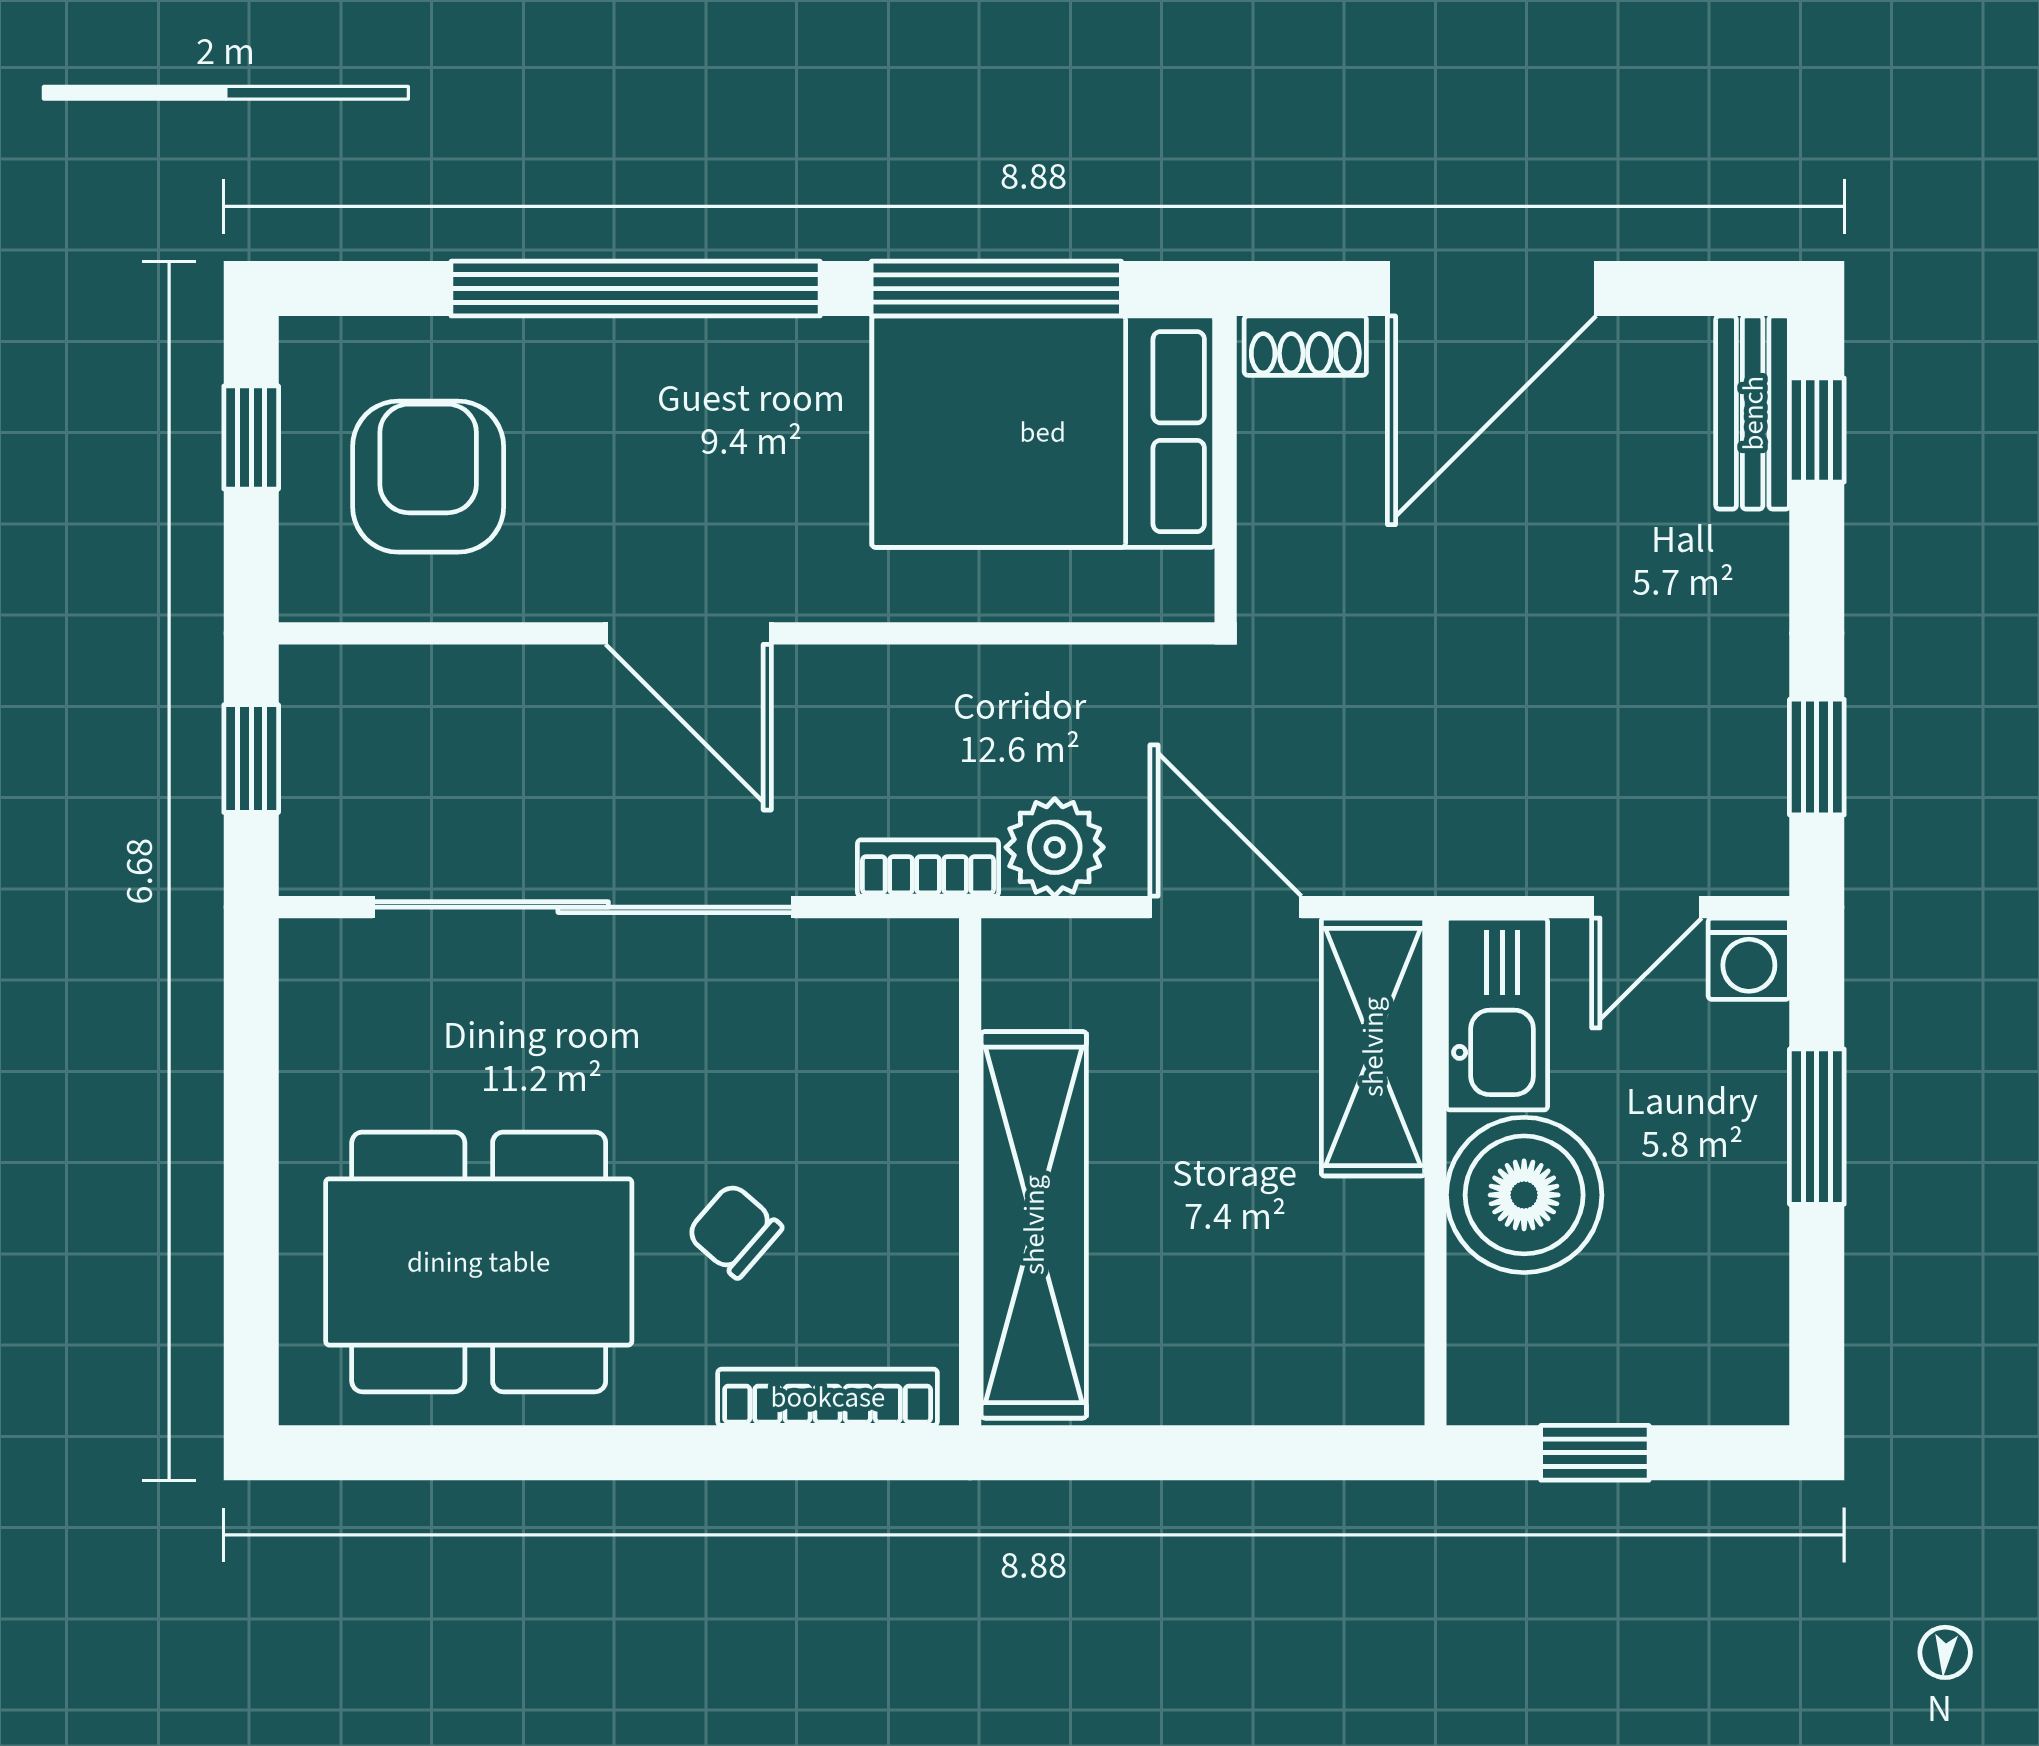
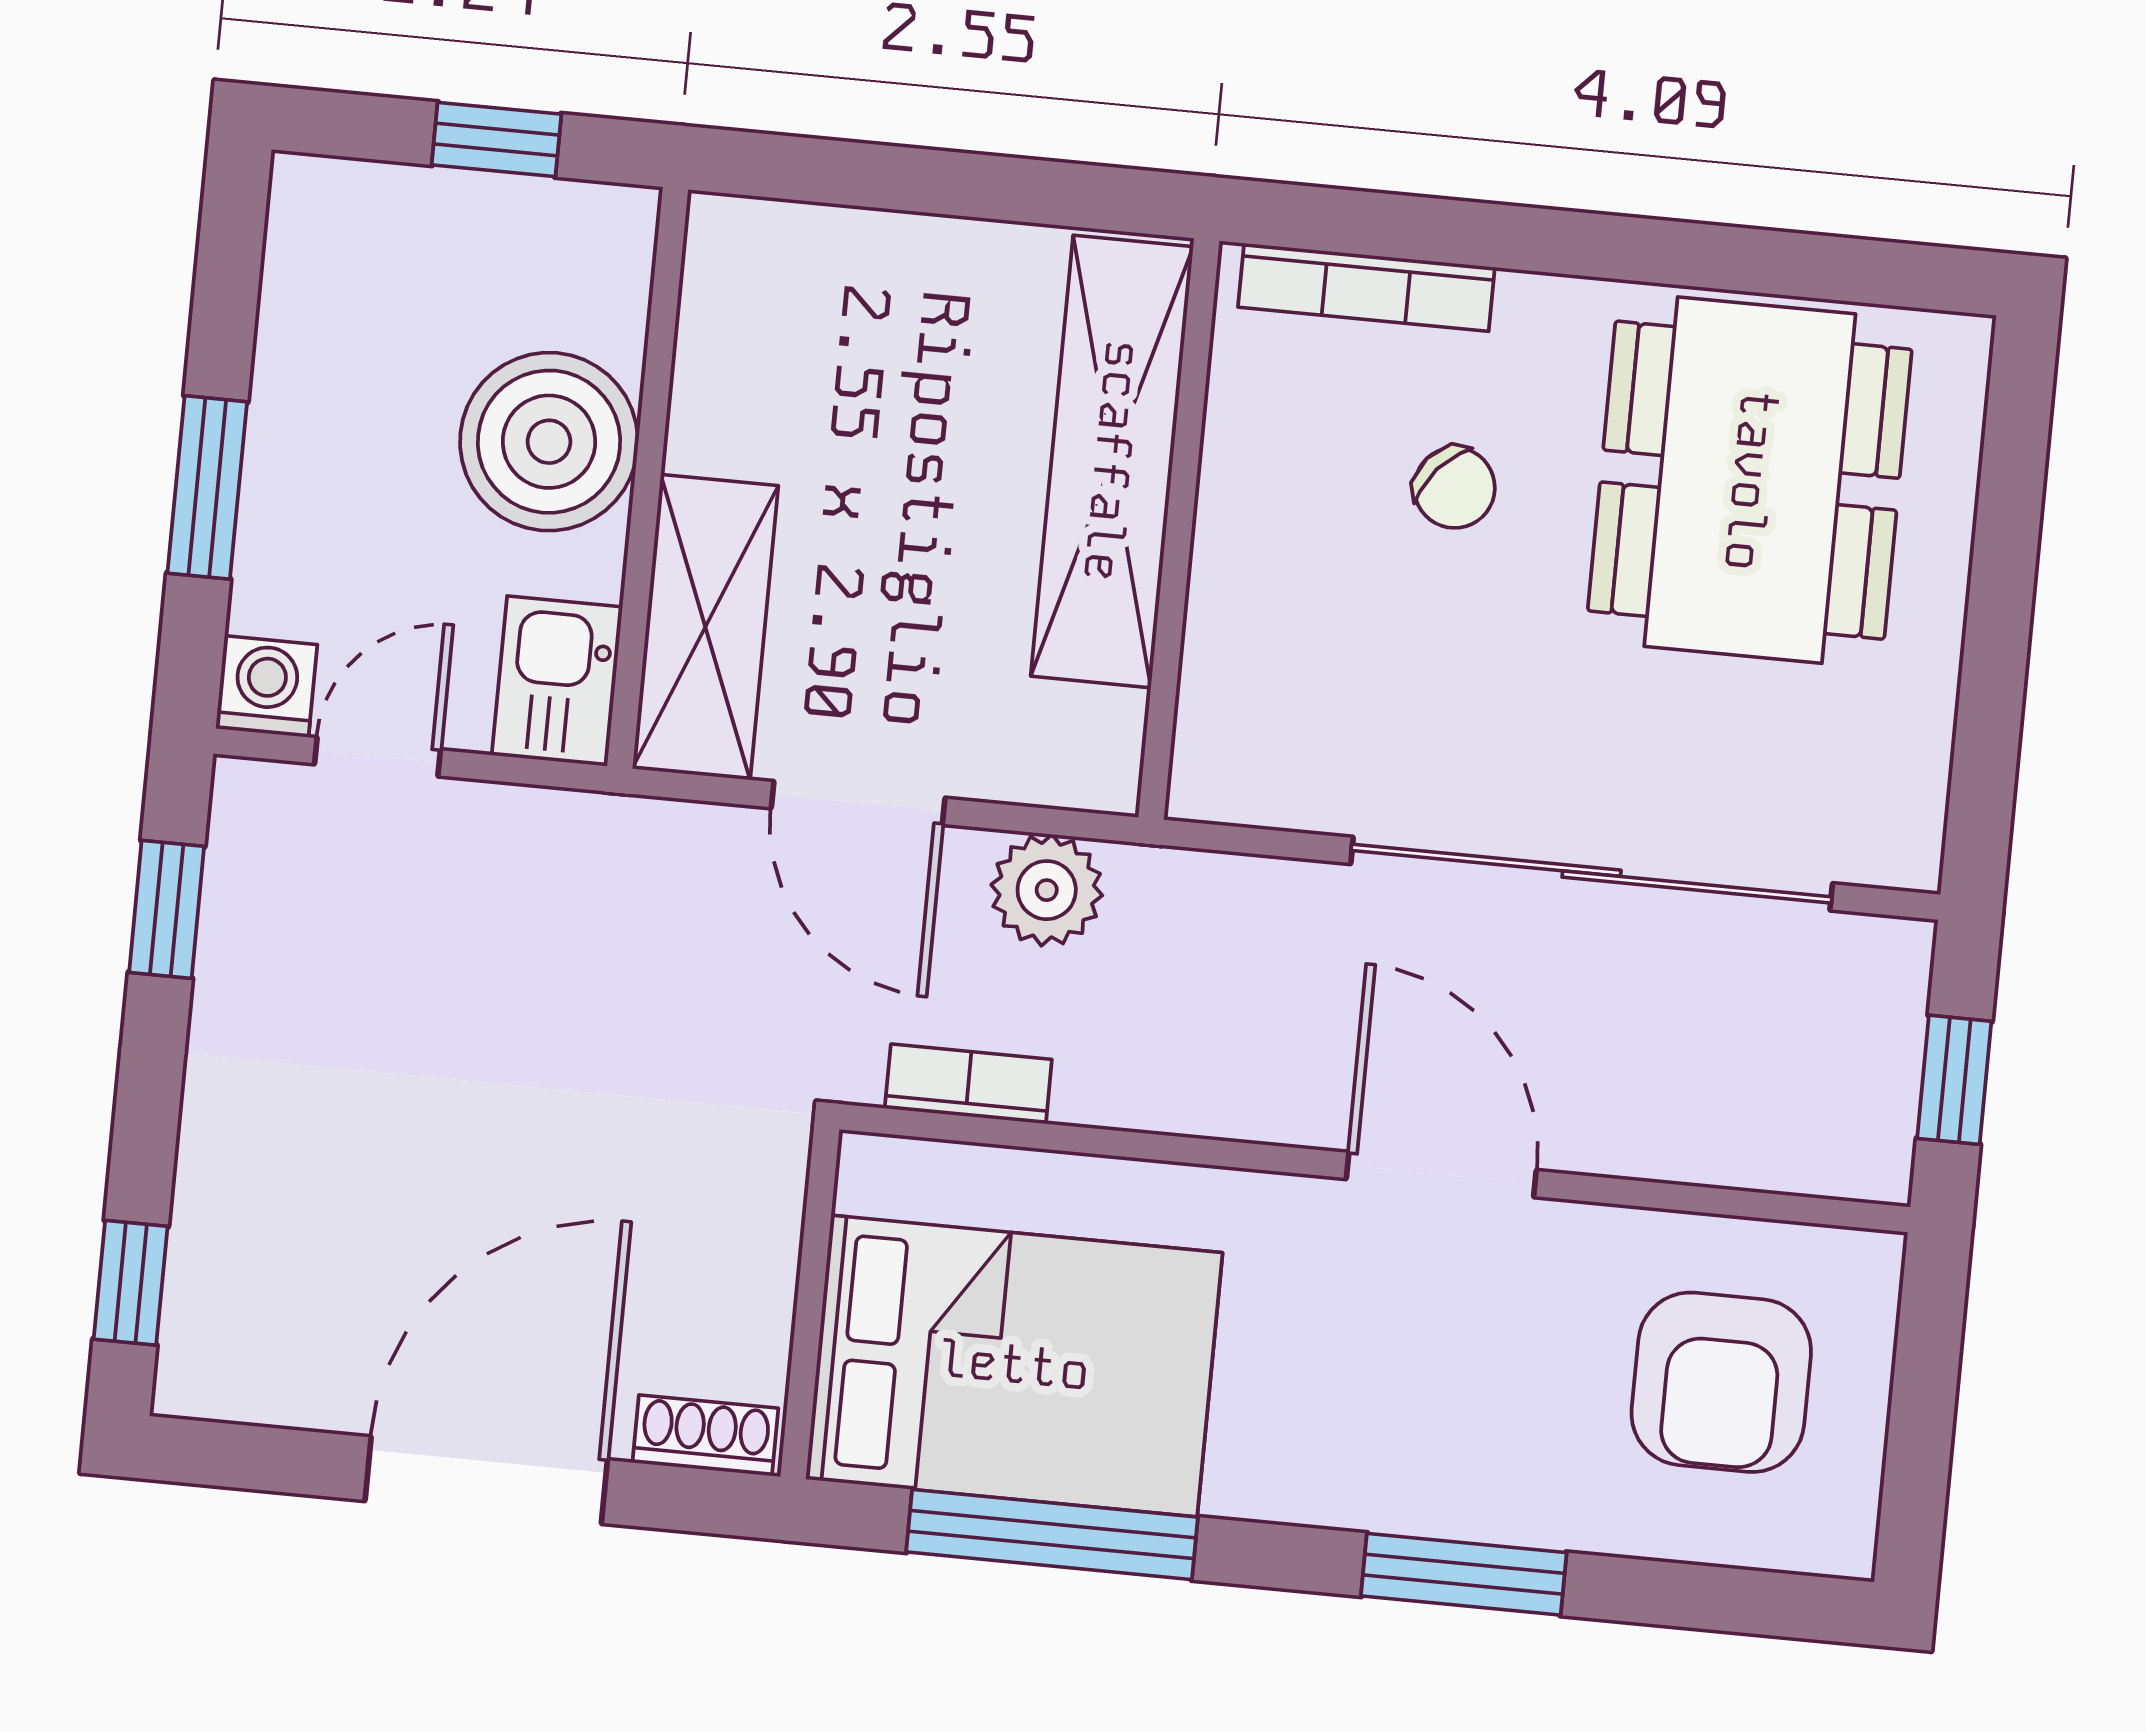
window: (636, 289) -> (1464, 1574), width x0.47
bench: (1753, 413) -> (202, 1310), removed
window: (251, 437) -> (1919, 1446), removed
bookcase: (928, 868) -> (968, 1084), moved, turned 180
kitchen sink: (1497, 1014) -> (557, 681), width x0.73
dining table: (479, 1262) -> (1750, 480), turned 90

